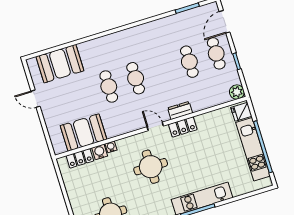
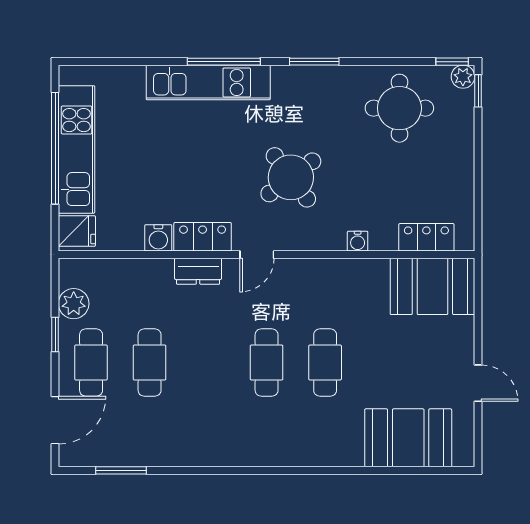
plant: (237, 92) -> (74, 304), moved
door: (155, 126) -> (257, 255), hinge flipped
booth: (84, 133) -> (432, 286), moved
water cooler: (100, 152) -> (158, 238), moved
round table: (151, 167) -> (291, 177), turned -37

